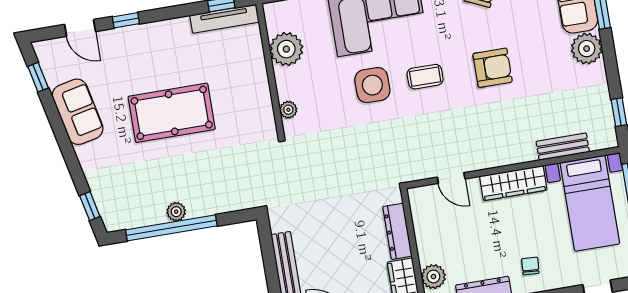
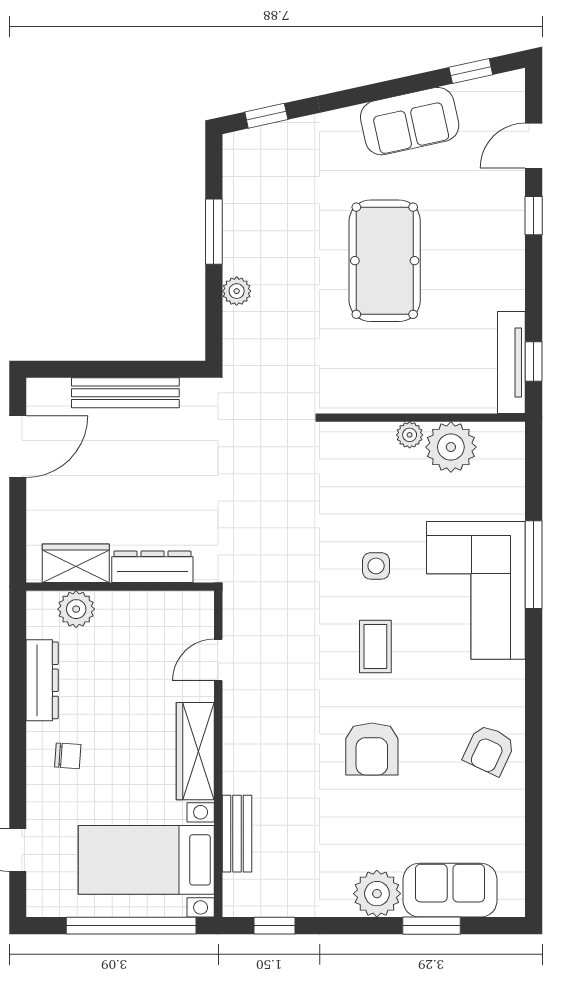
side table: (372, 85) -> (376, 566), width x0.54, depth x0.54
plant: (288, 110) -> (410, 435), moved
plant: (176, 212) -> (237, 291), moved
window: (171, 228) -> (214, 232), width x0.47

